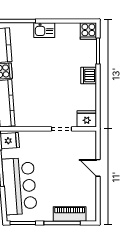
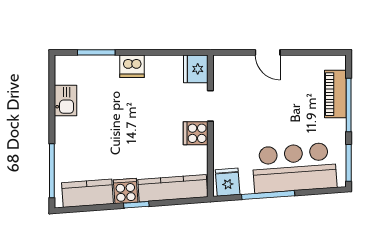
kitchen sink: (44, 30) -> (65, 101), moved
cooker: (88, 31) -> (196, 133), moved, turned 180
door: (98, 168) -> (268, 52), hinge flipped

